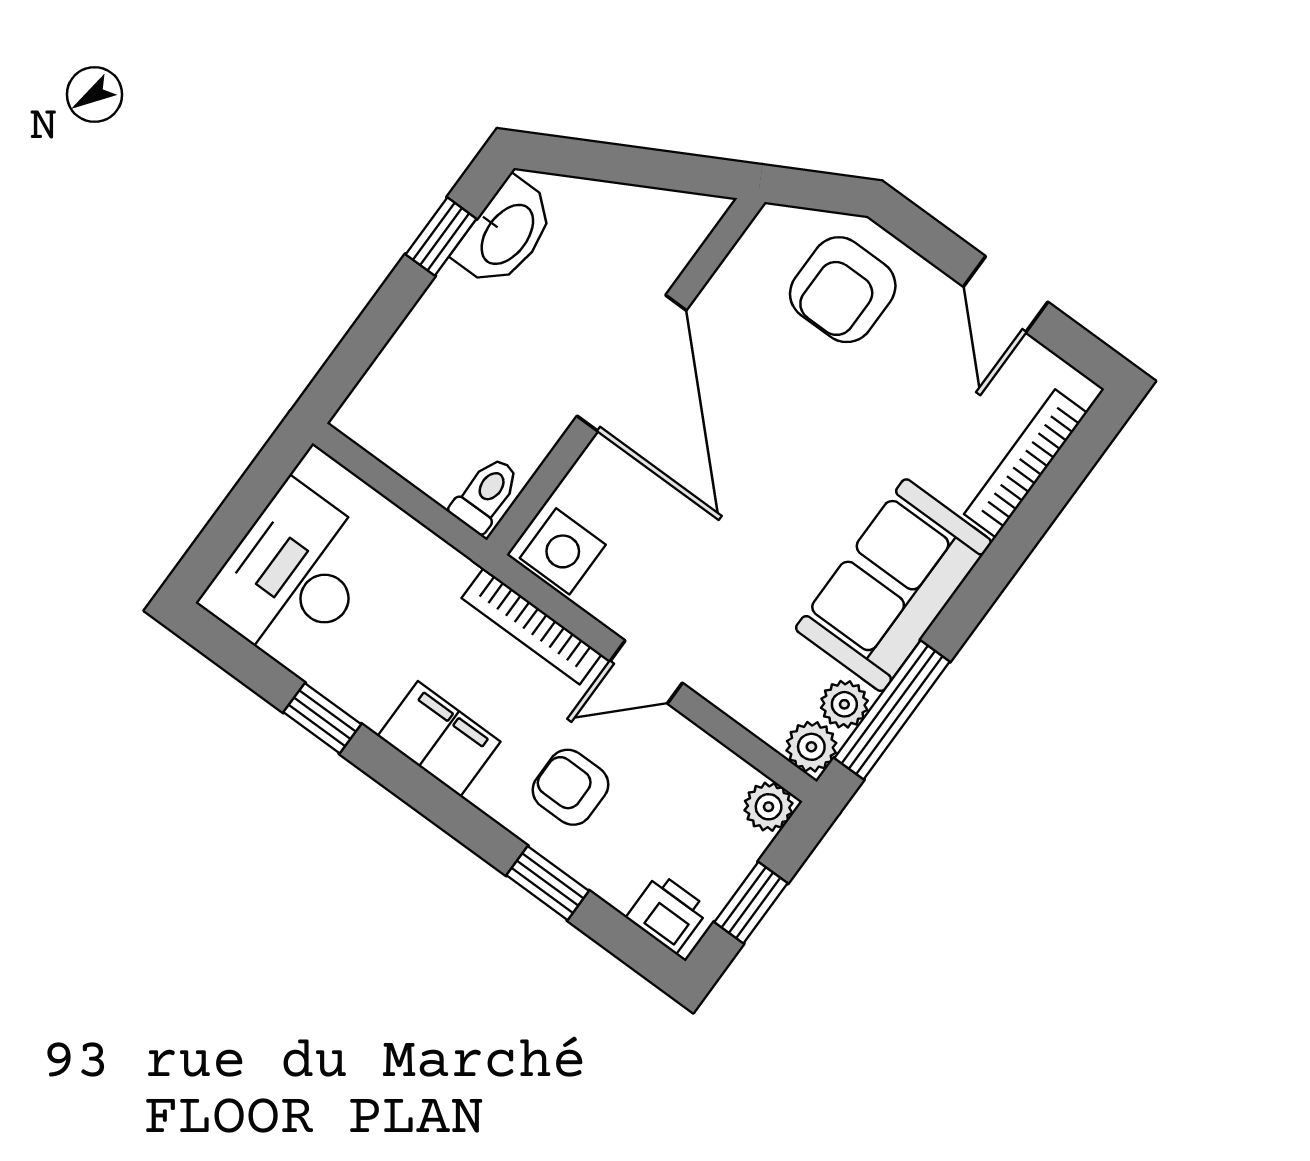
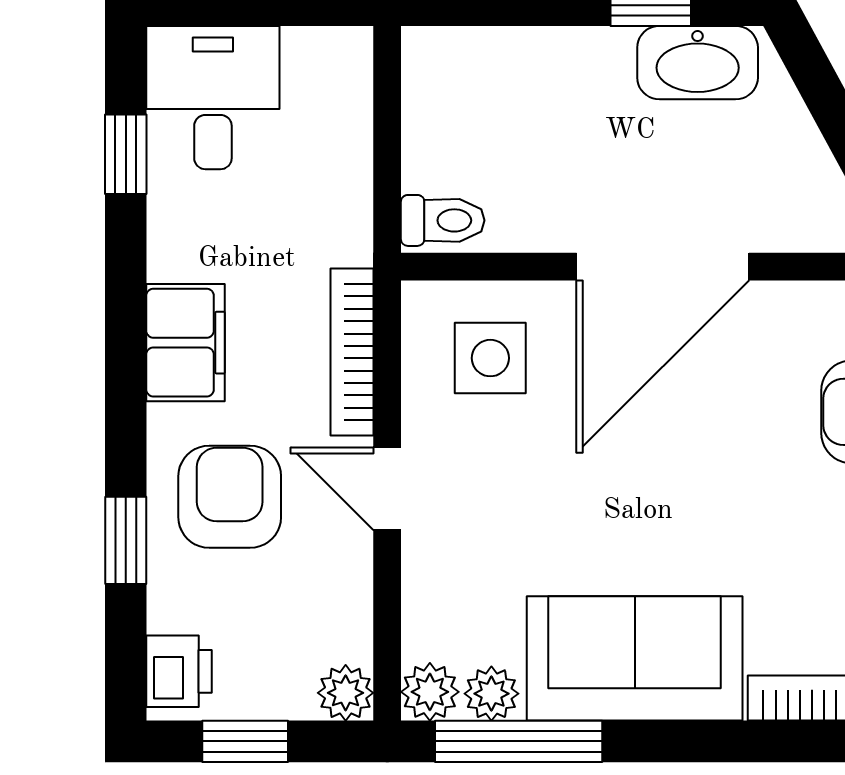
side table: (563, 551) -> (490, 358), moved
desk: (293, 576) -> (213, 98), width x0.73
window: (322, 718) -> (126, 154), moved
armchair: (570, 787) -> (230, 497), width x1.38, depth x1.38

